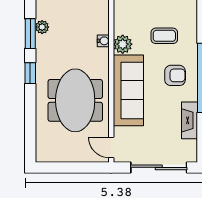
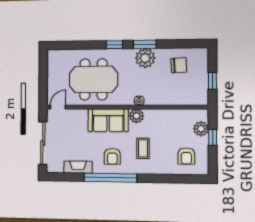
plant: (42, 27) -> (145, 58), width x1.87, depth x1.87
sofa: (128, 90) -> (108, 120), width x0.73

